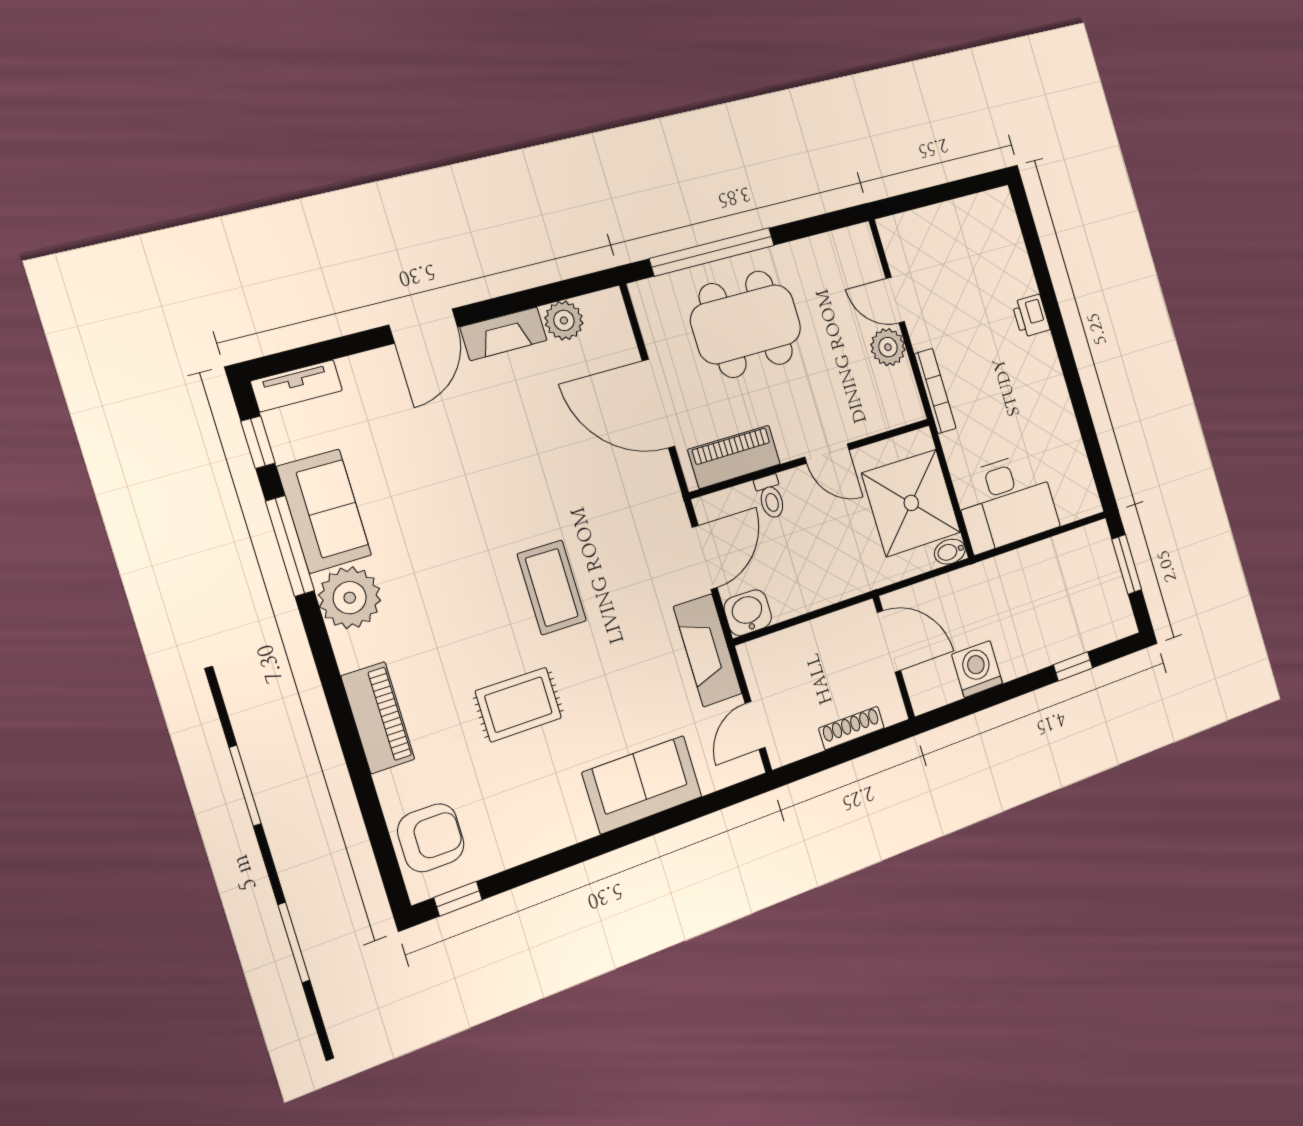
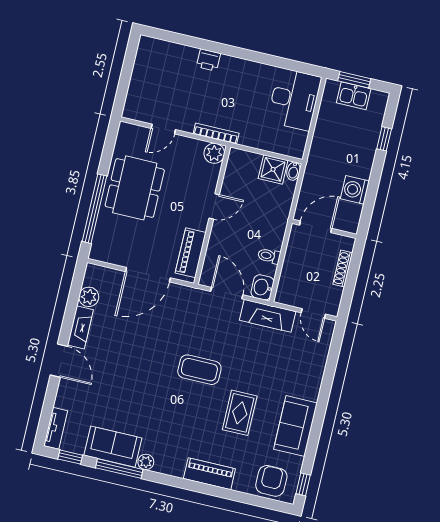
dining table: (746, 324) -> (135, 188), moved
plant: (888, 347) -> (214, 153), moved
toilet: (770, 497) -> (269, 256), moved, turned 180
desk: (1006, 502) -> (294, 99), moved
shower: (911, 503) -> (273, 169), width x0.54, depth x0.54
kitchen sink: (1105, 578) -> (354, 96), added
plant: (350, 598) -> (146, 462), width x0.53, depth x0.53
sofa: (642, 785) -> (295, 426), moved

